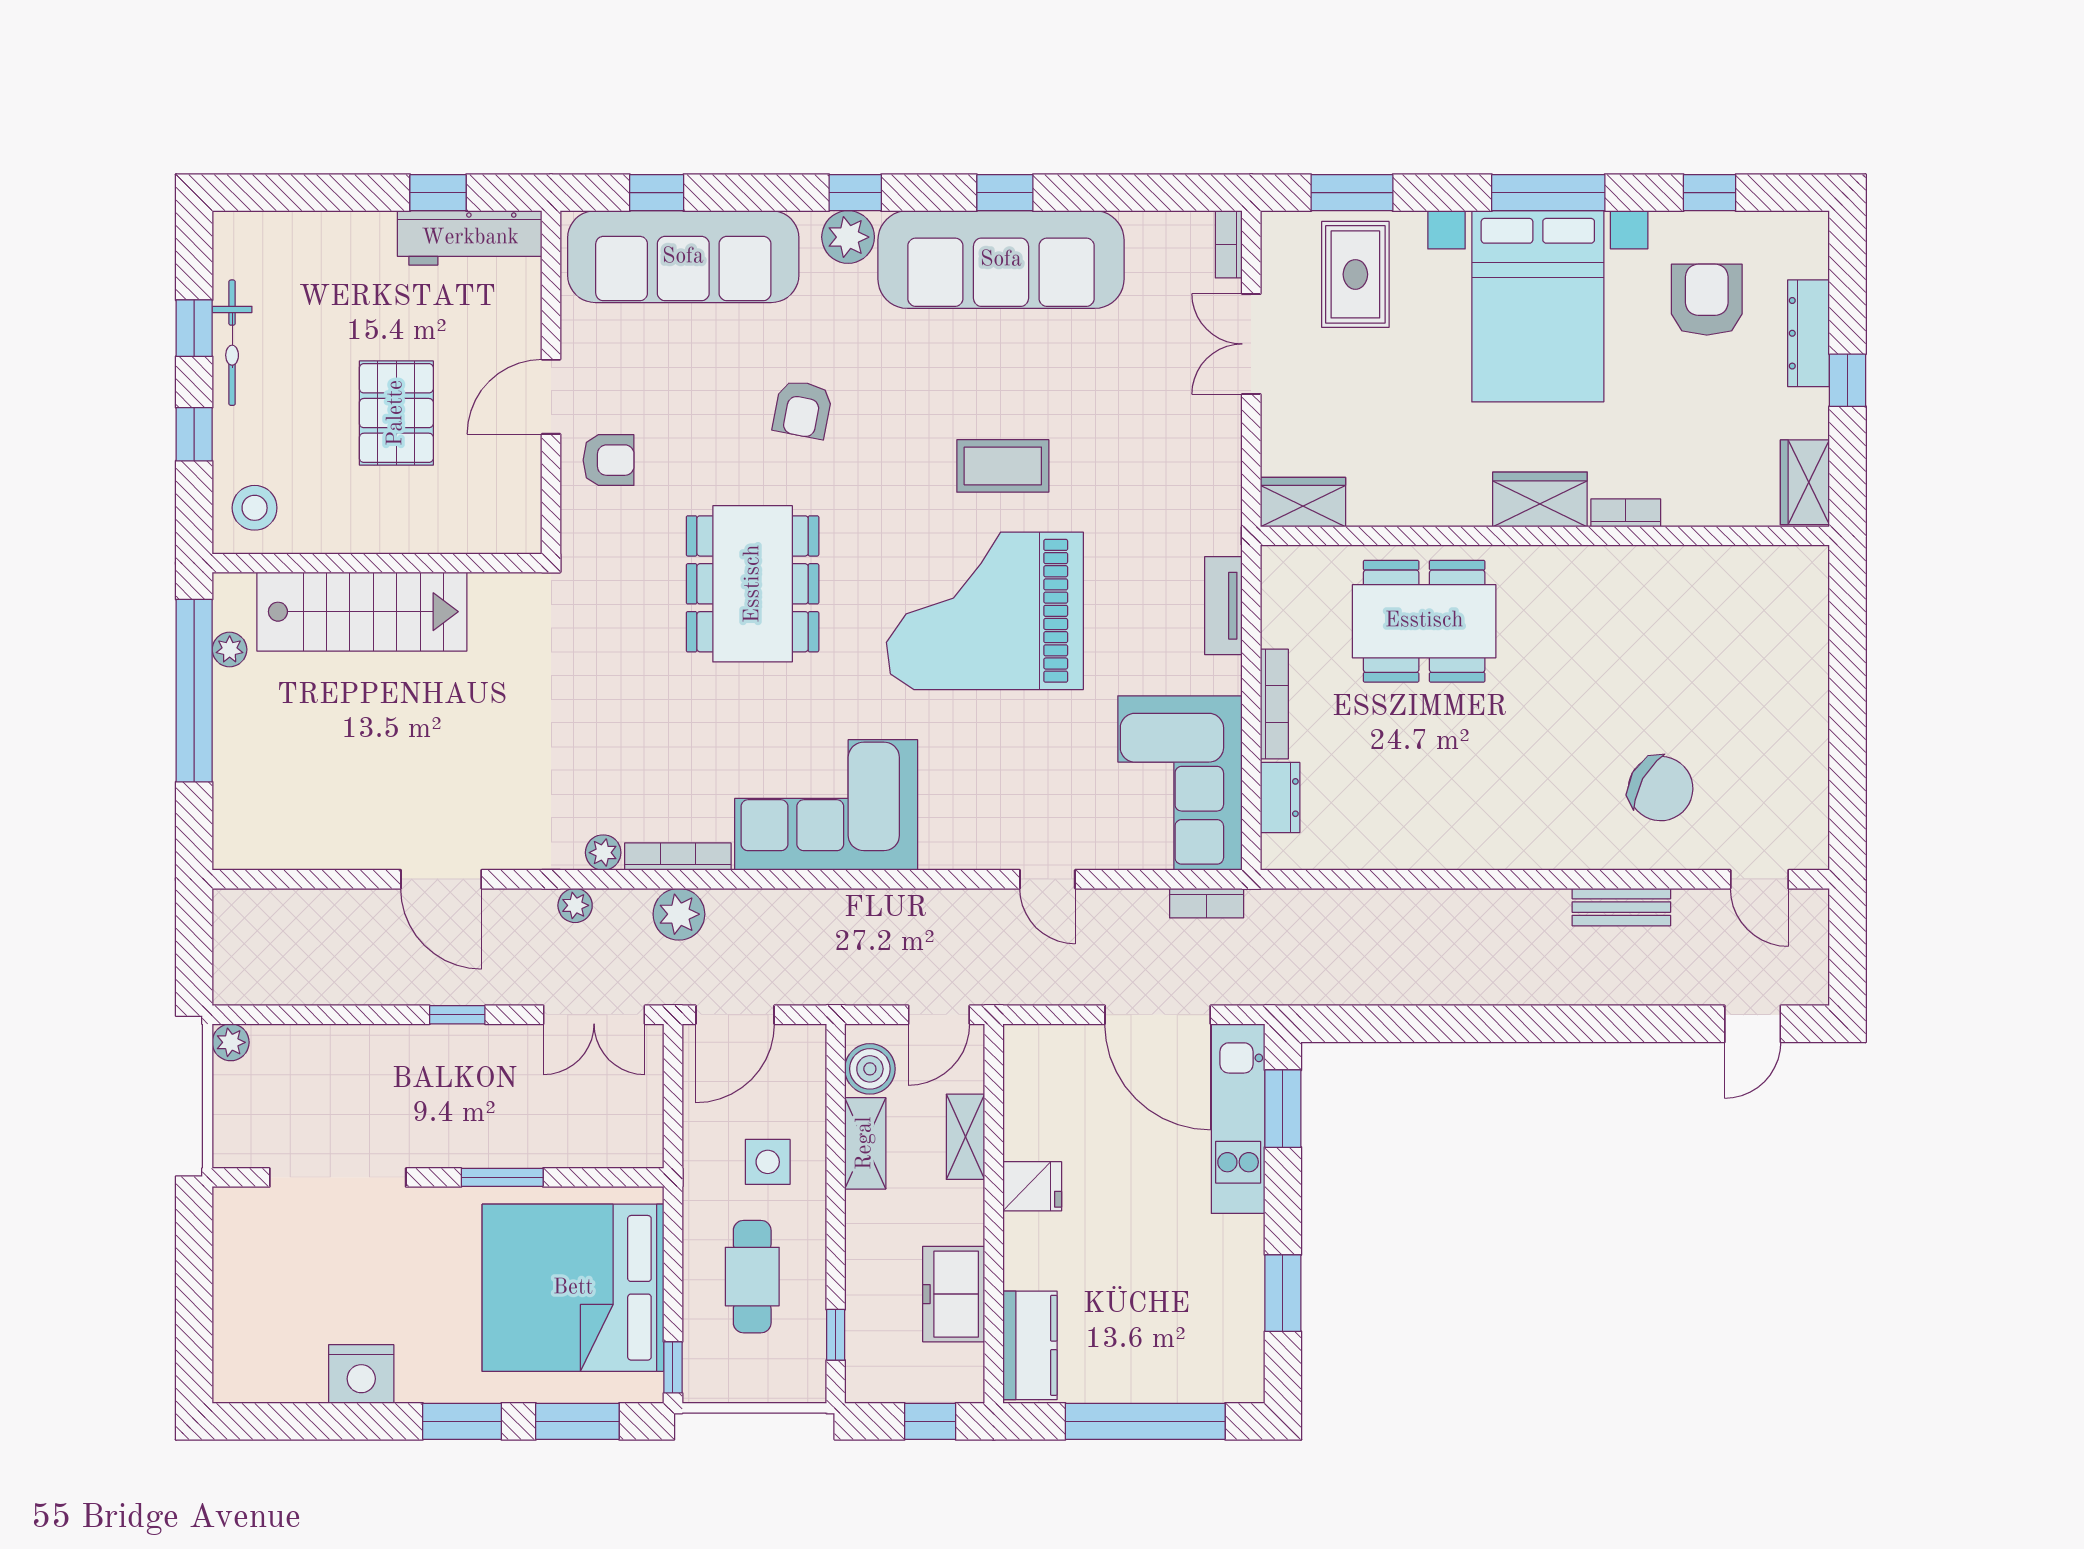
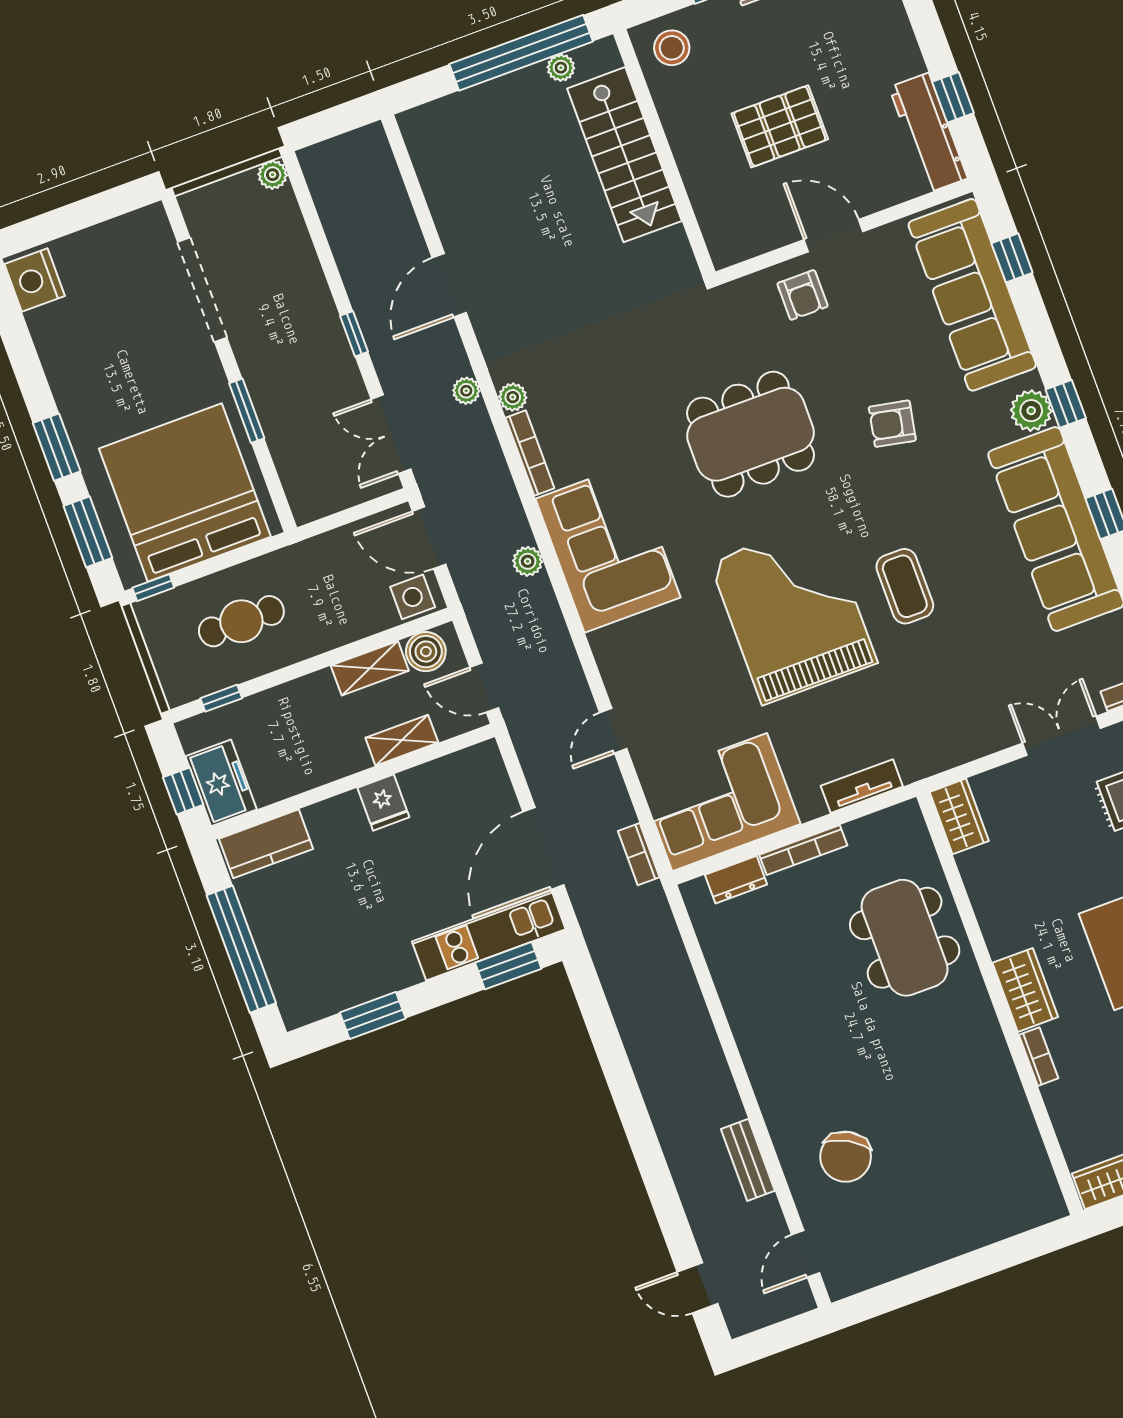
plant: (679, 914) -> (528, 561), moved, width x0.73, depth x0.73
side table: (768, 1162) -> (413, 597), moved
freezer: (954, 1294) -> (221, 783), moved, turned 90
nightstand: (361, 1374) -> (35, 280), moved

